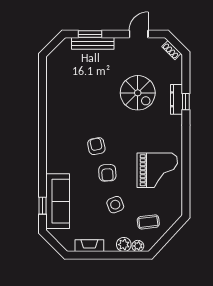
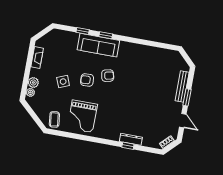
window: (90, 34) -> (187, 97), moved
spiral stairs: (138, 93) -> (141, 112), removed
window: (43, 159) -> (106, 35), added
sofa: (58, 201) -> (98, 45), moved
window: (43, 206) -> (83, 31), moved
coffee table: (148, 222) -> (54, 119), moved

